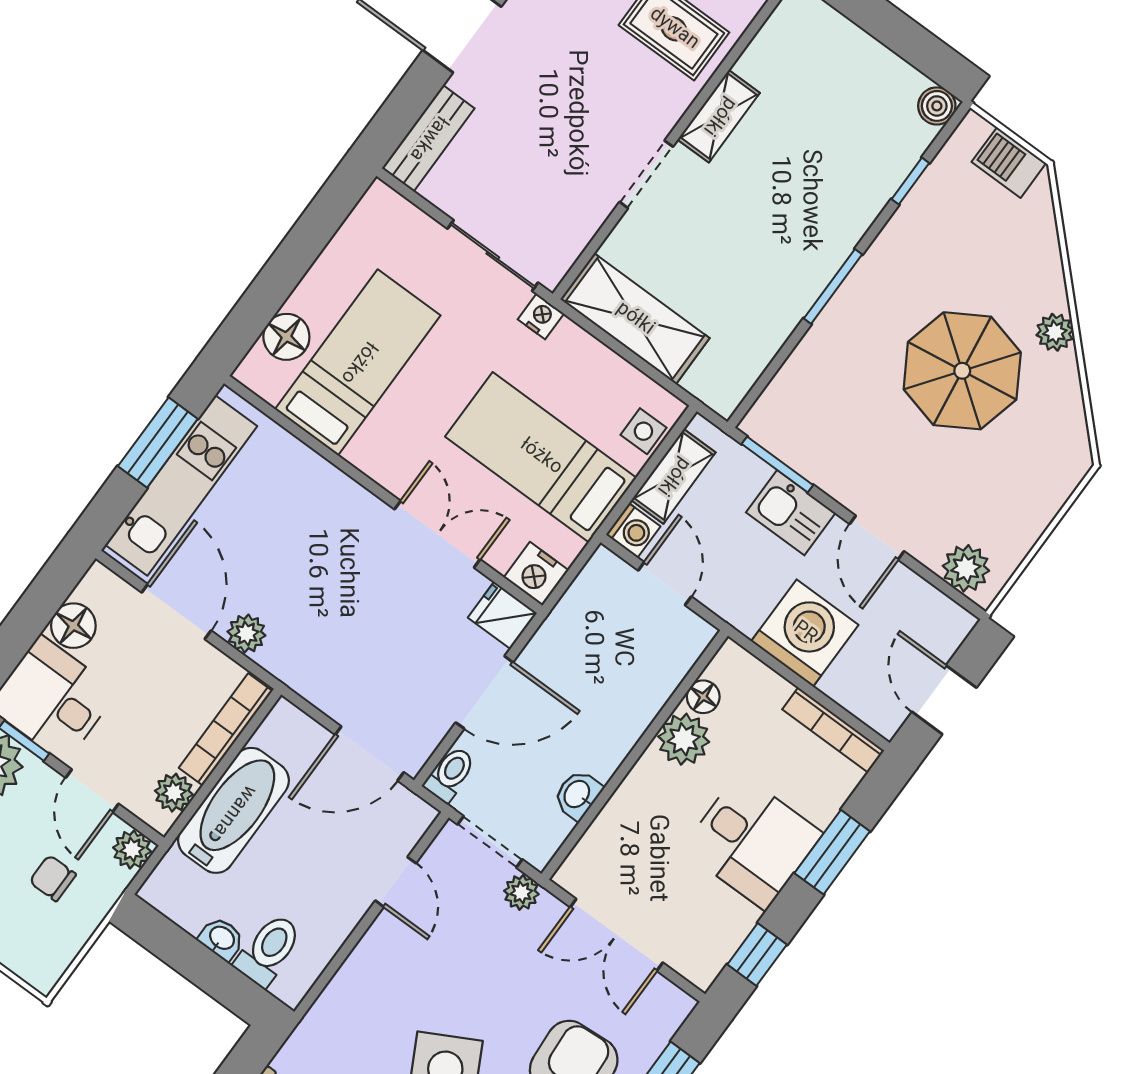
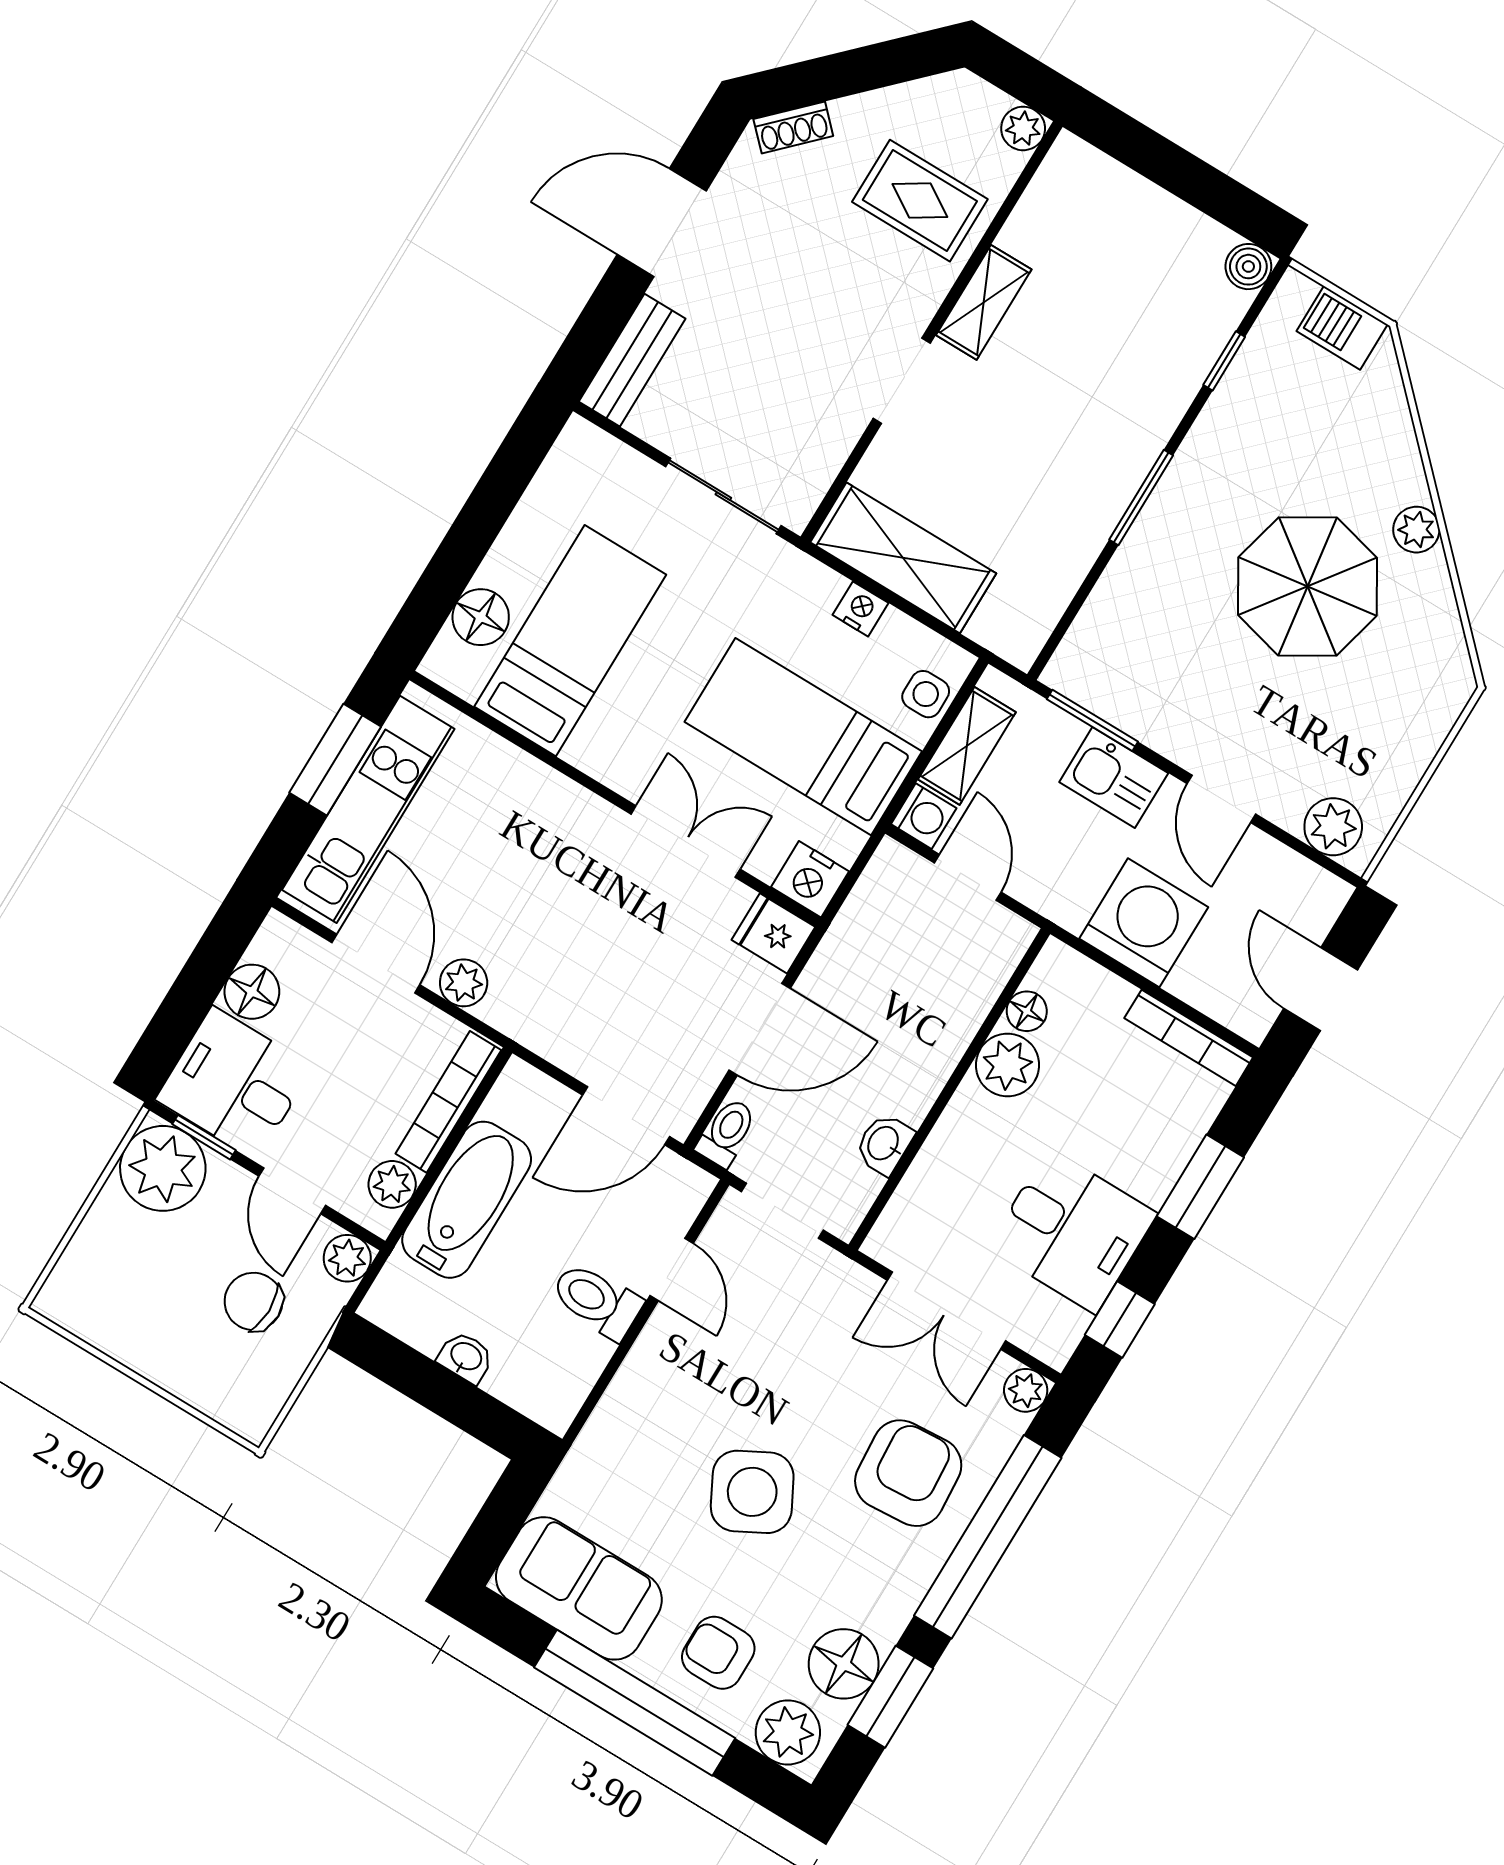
nightstand: (541, 316) -> (861, 609), moved
desk: (752, 841) -> (1072, 1231), moved
chair: (53, 878) -> (254, 1301), width x1.37, depth x1.37
plant: (521, 892) -> (1026, 1390), moved
toilet: (269, 950) -> (597, 1300), moved, turned -90

